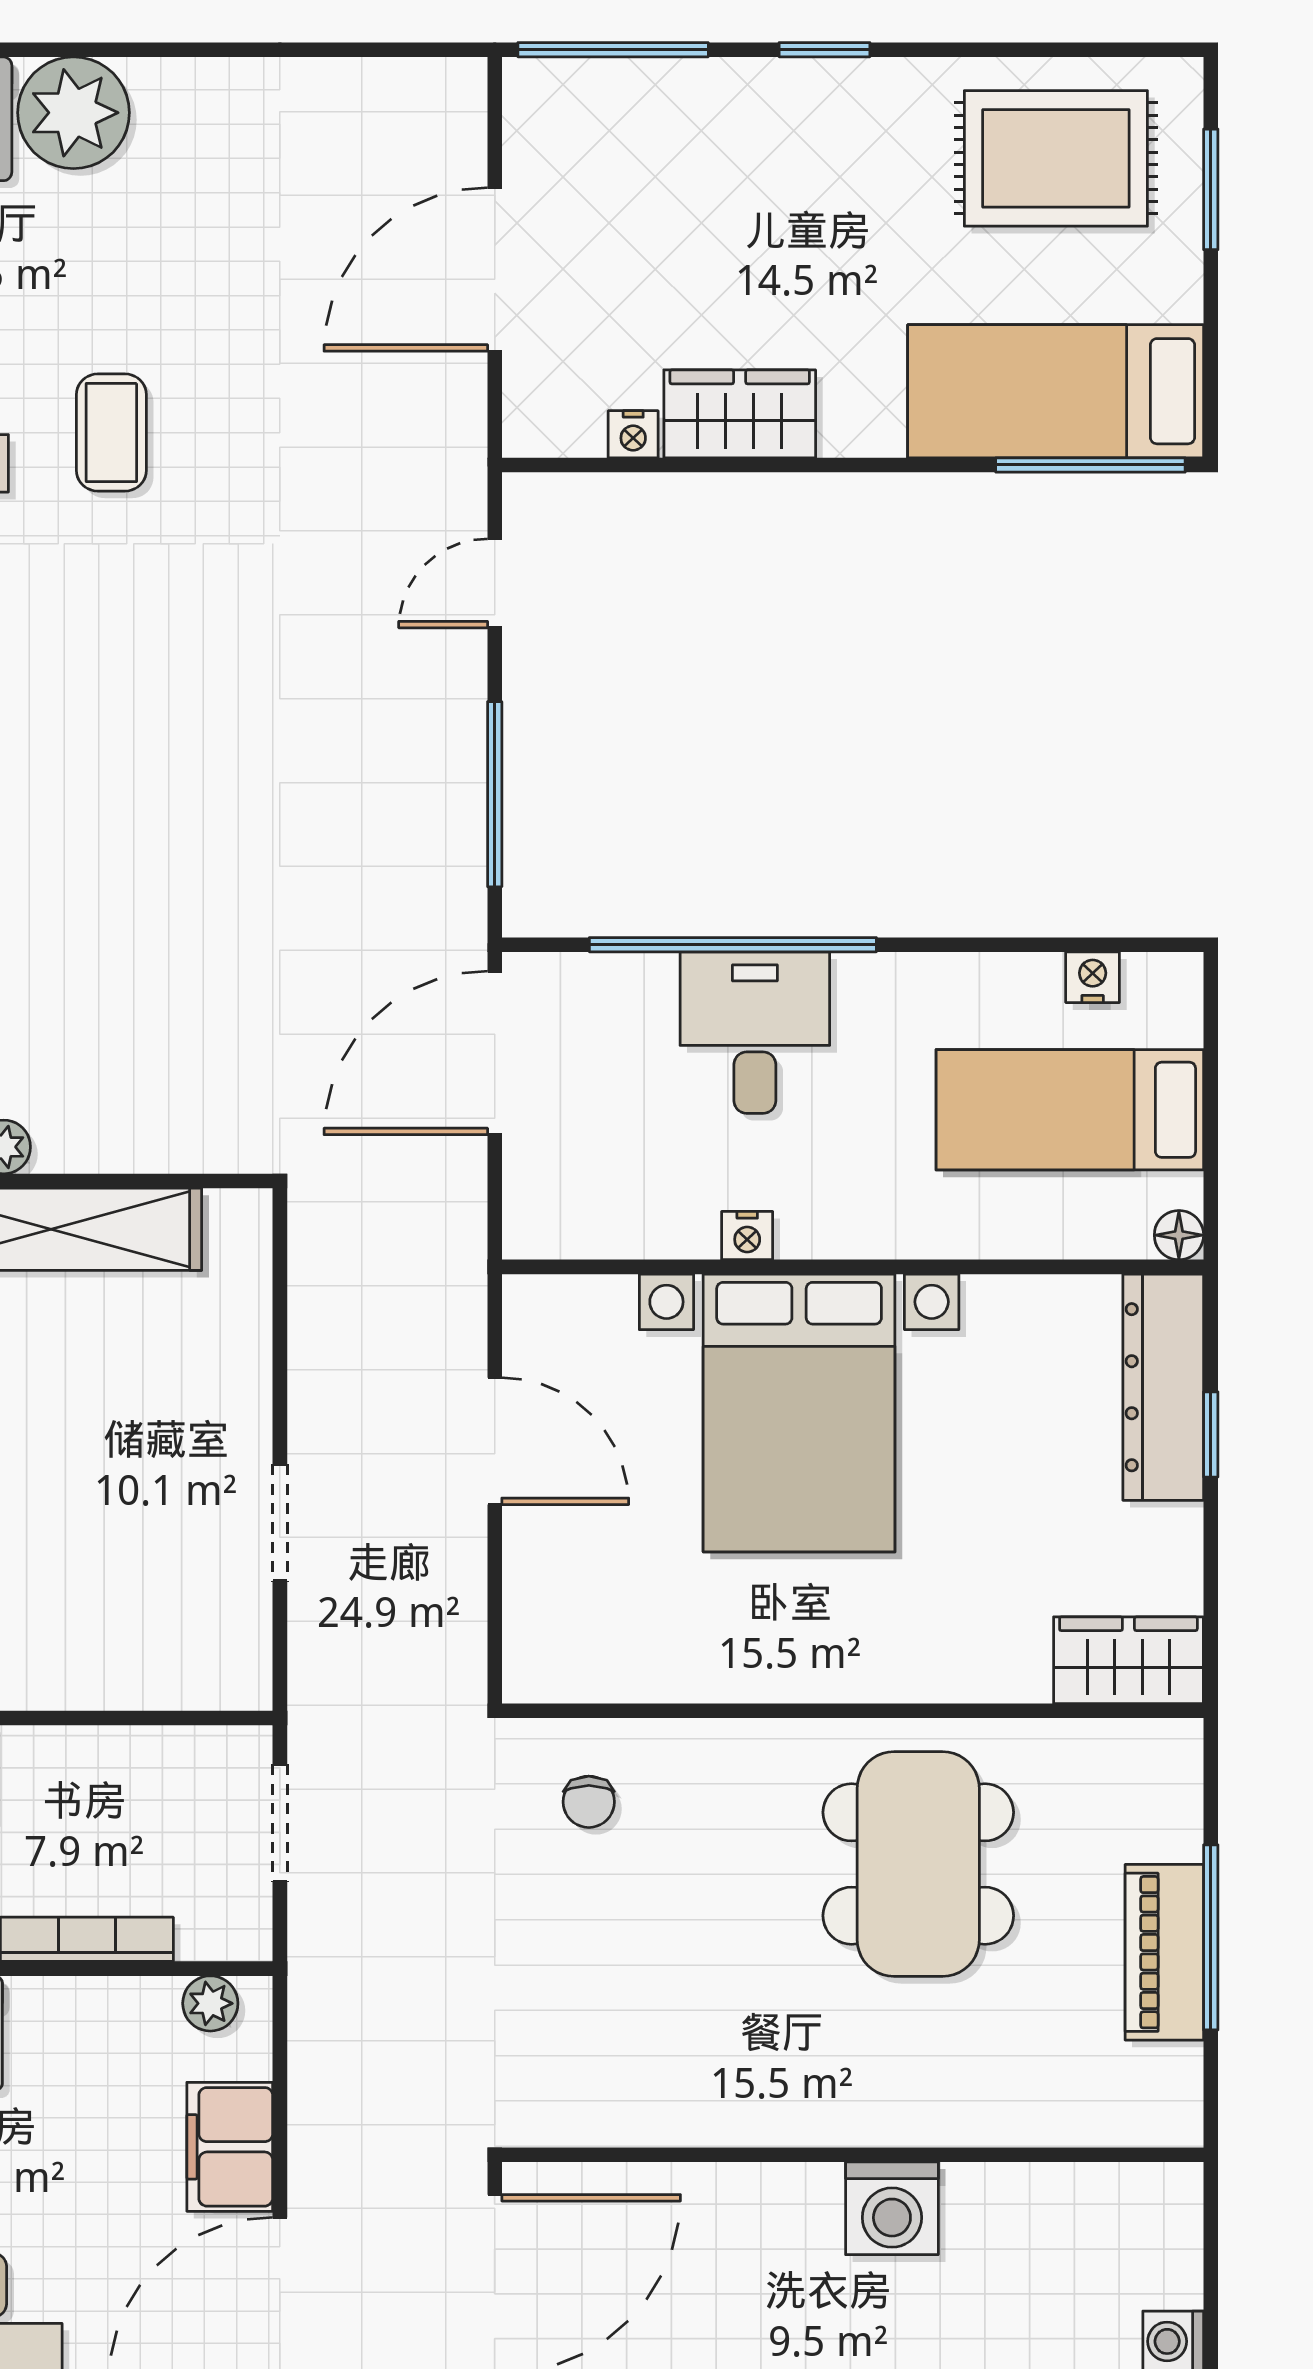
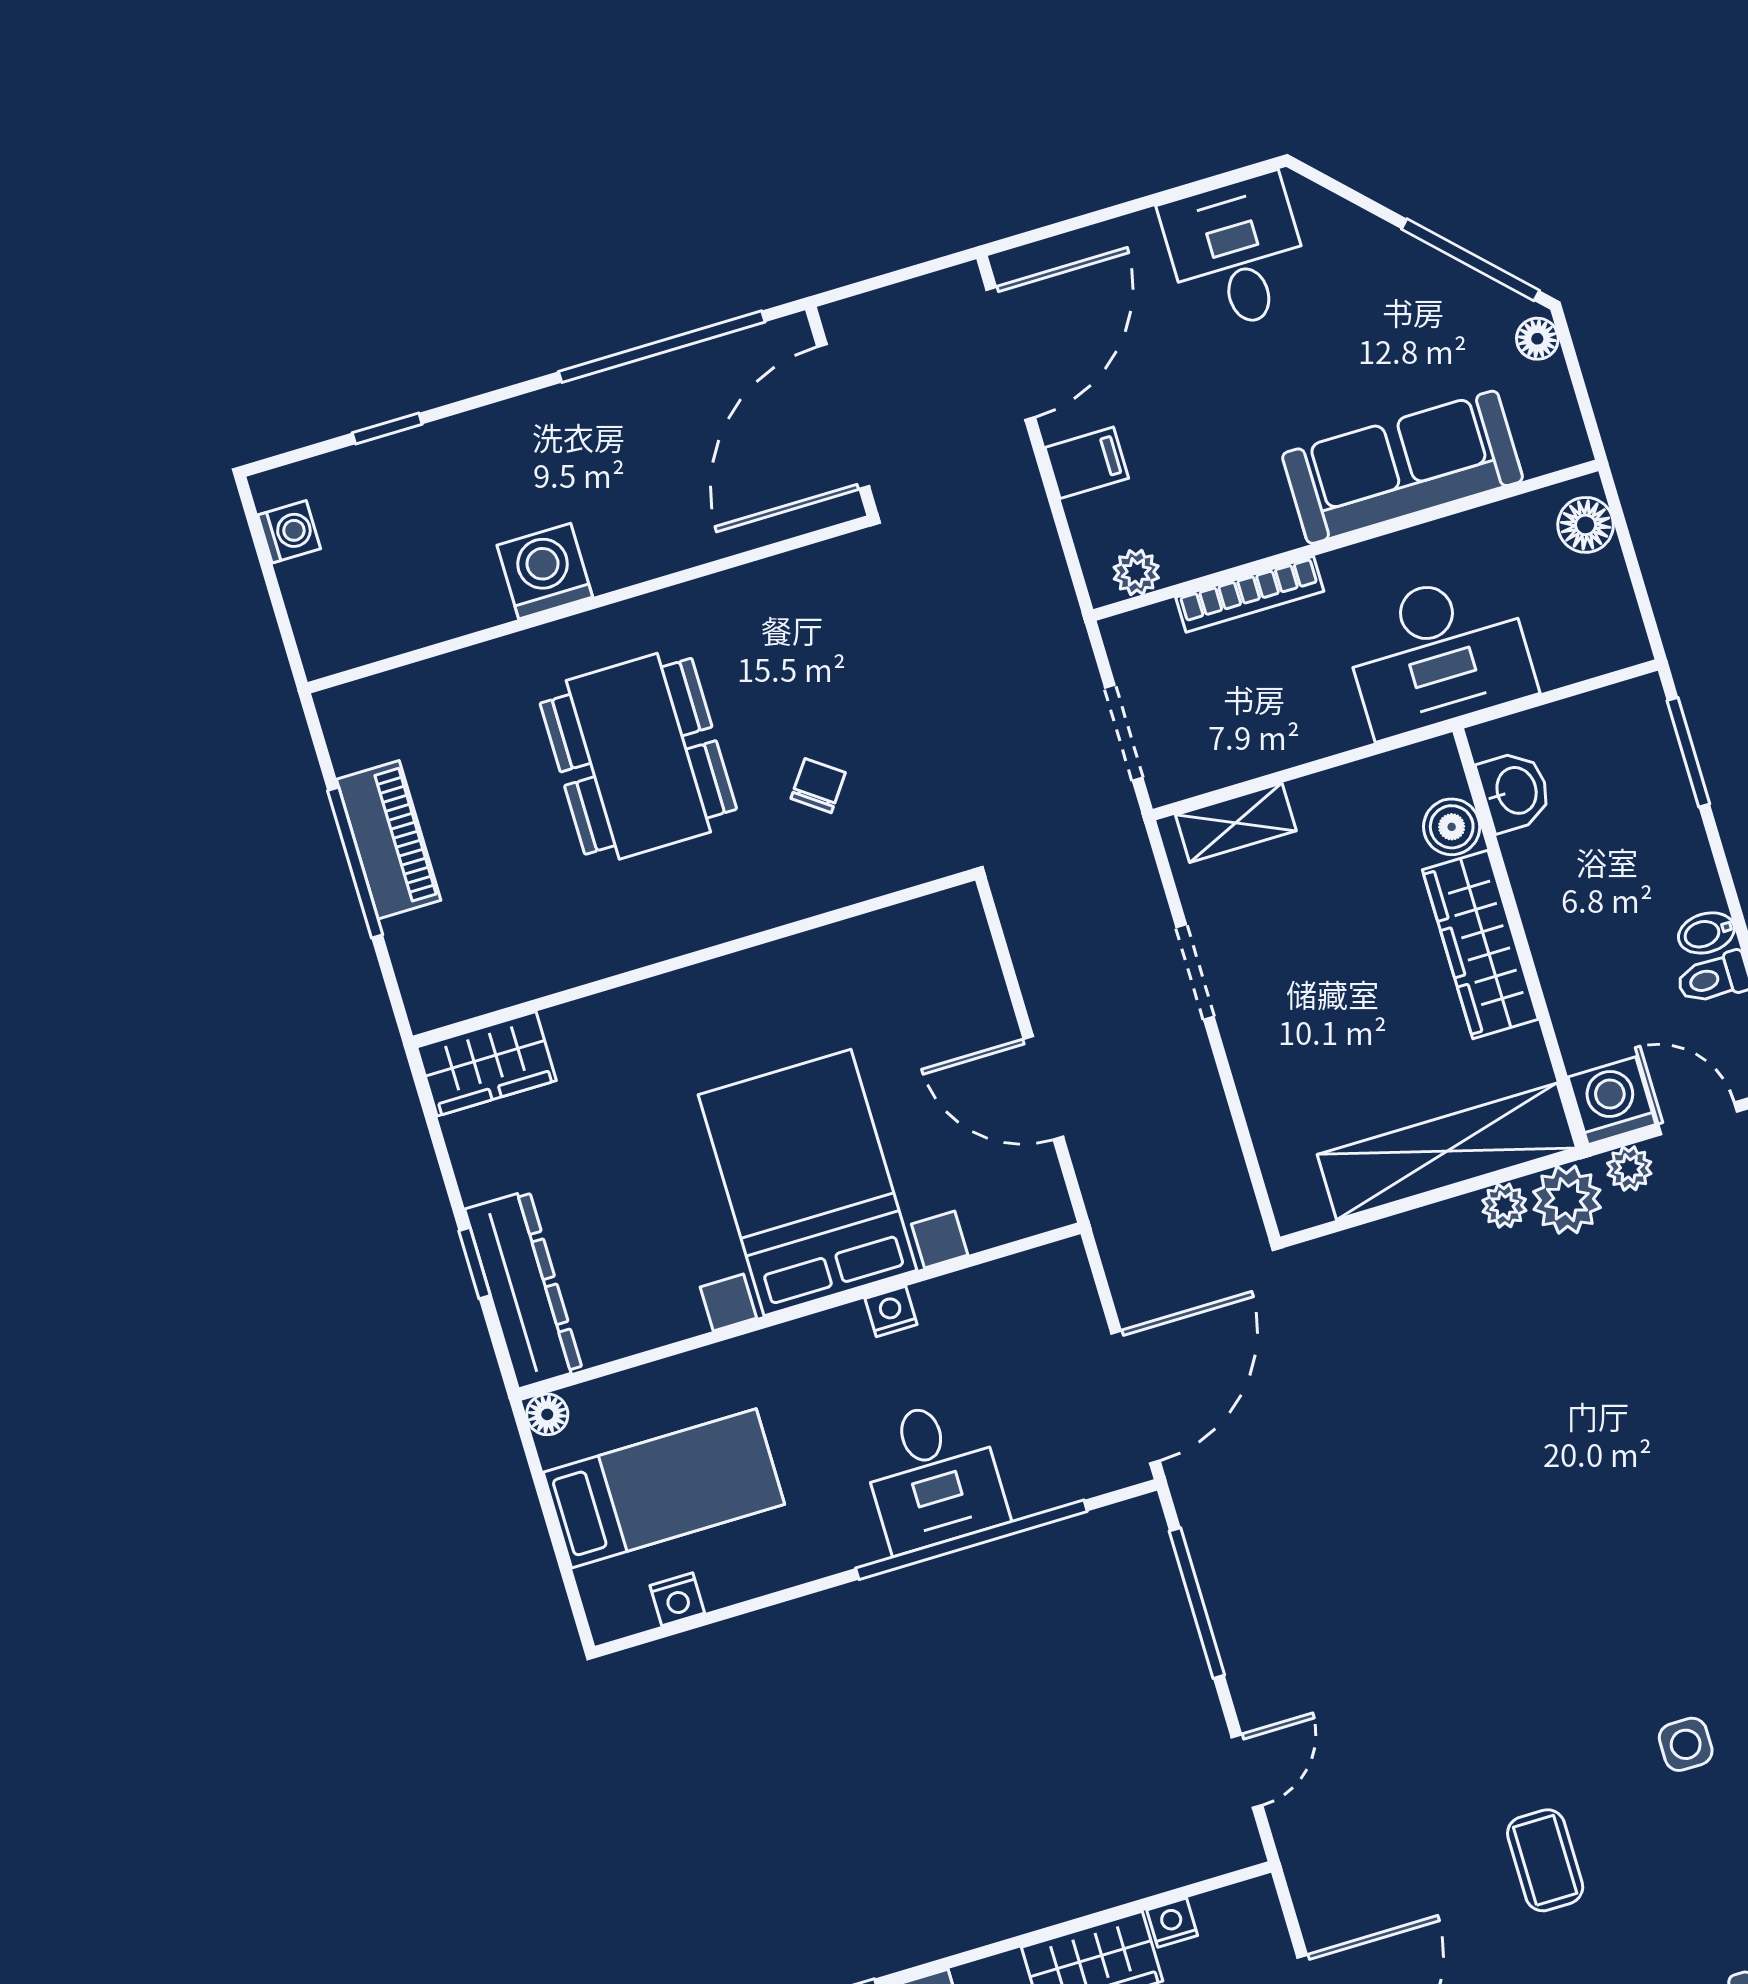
coffee table: (111, 432) -> (1545, 1860), moved
shelving: (182, 1681) -> (1236, 823), added
chair: (589, 1802) -> (818, 786), moved, turned 36
dining table: (918, 1864) -> (638, 756), moved
filing cabinet: (230, 2147) -> (1087, 463), width x0.50

